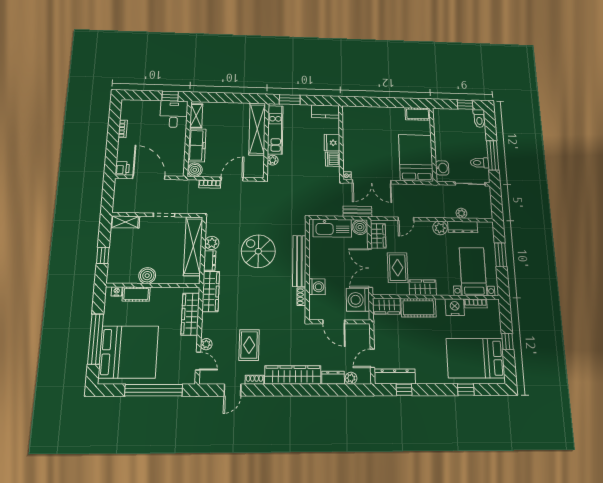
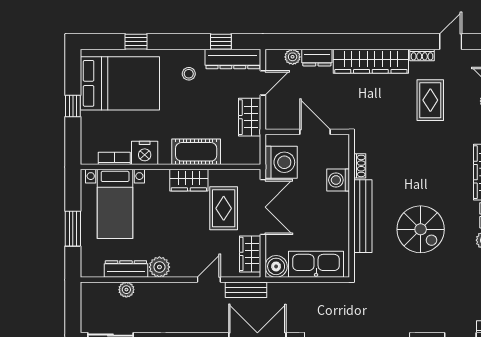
bench: (357, 211) -> (246, 290), moved
wardrobe: (387, 306) -> (250, 117), moved, turned -90
stool: (426, 365) -> (189, 74), added

